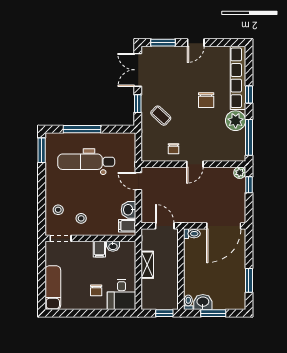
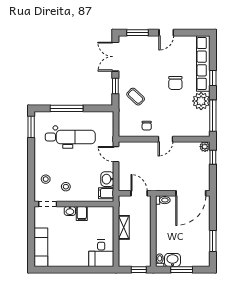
dental chair: (86, 162) -> (70, 137), turned 180
washbasin: (113, 246) -> (70, 211), moved
chair: (96, 290) -> (79, 250), removed

